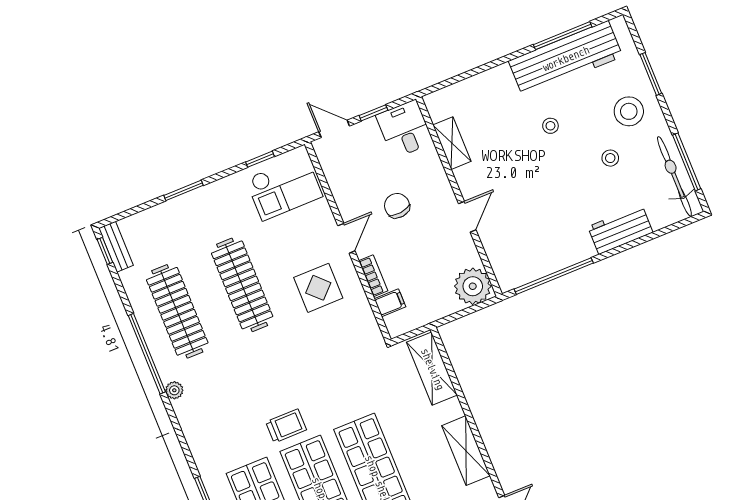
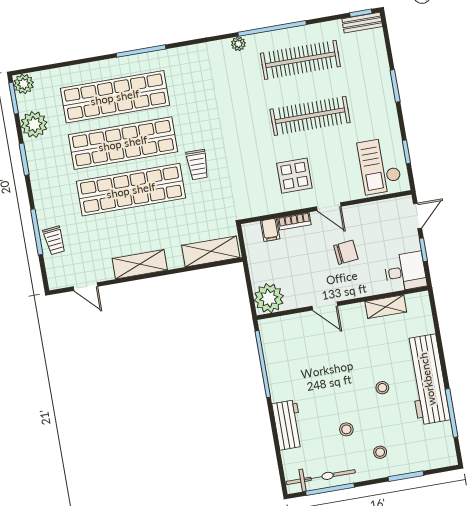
workbench: (566, 59) -> (427, 379), moved
stool: (629, 111) -> (380, 452), width x0.53, depth x0.53
trolley: (286, 426) -> (197, 165), moved

